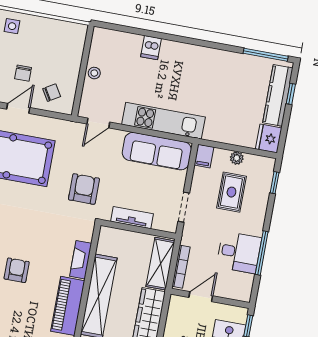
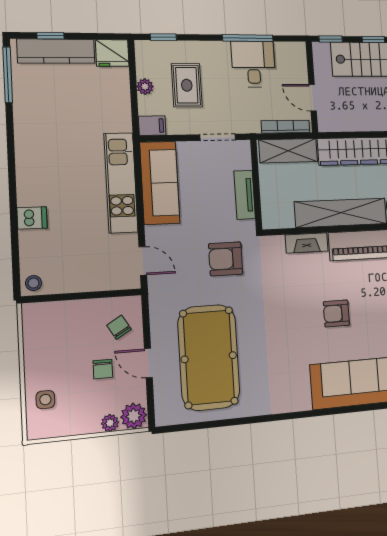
chair: (23, 73) -> (103, 369), turned 90
stool: (94, 73) -> (33, 283), moved
rug: (231, 192) -> (187, 85), turned 90

